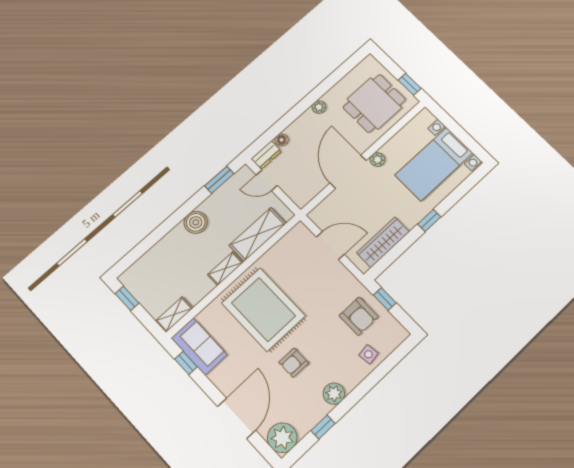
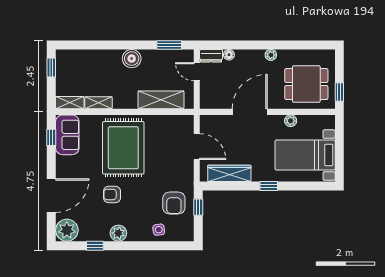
plant: (377, 160) -> (291, 121), moved
shelving: (225, 269) -> (99, 103), moved

